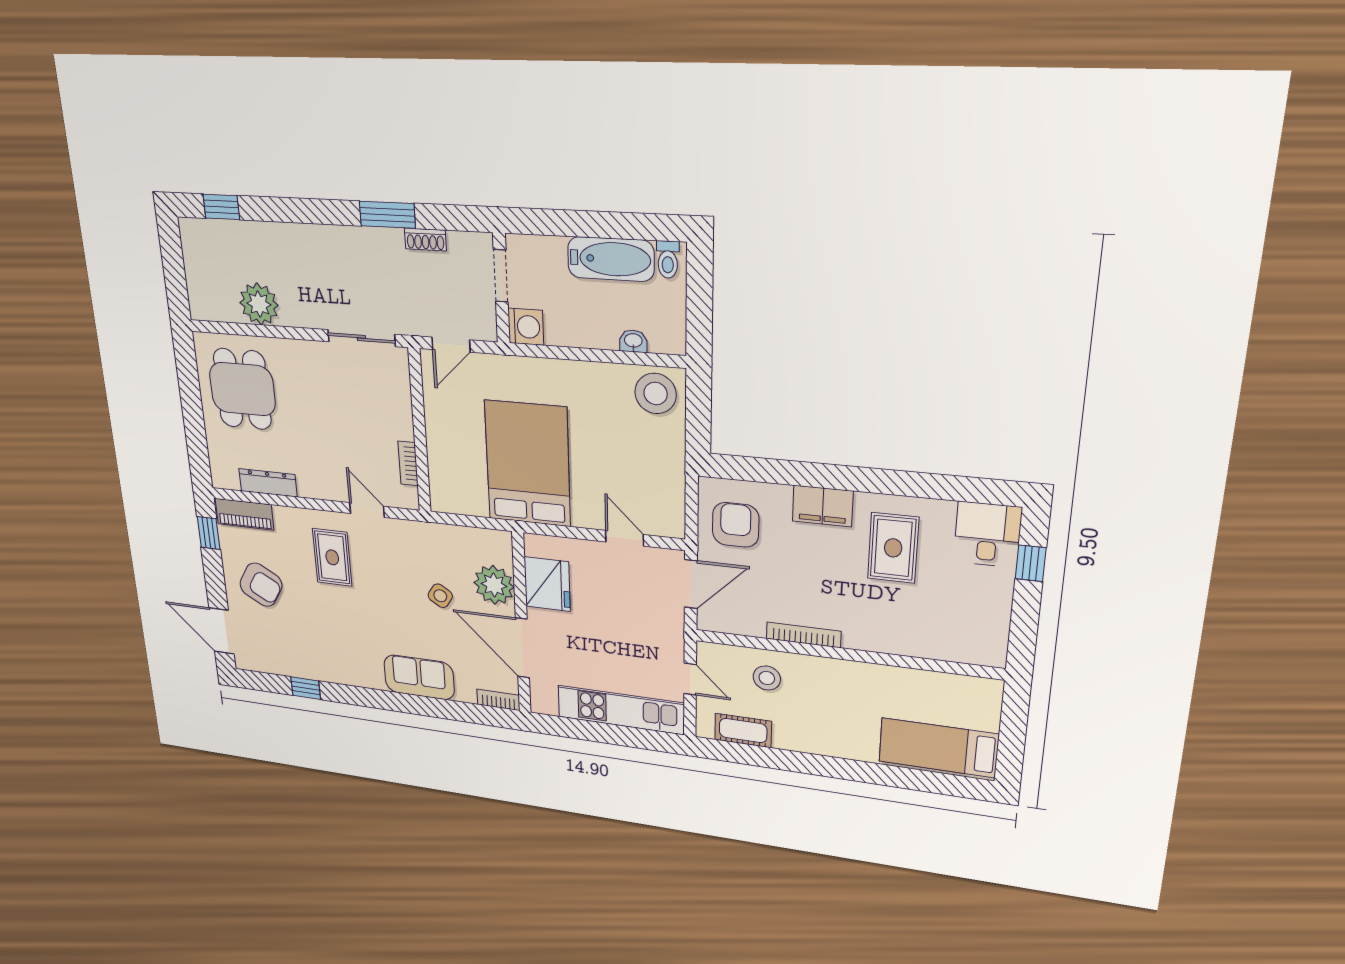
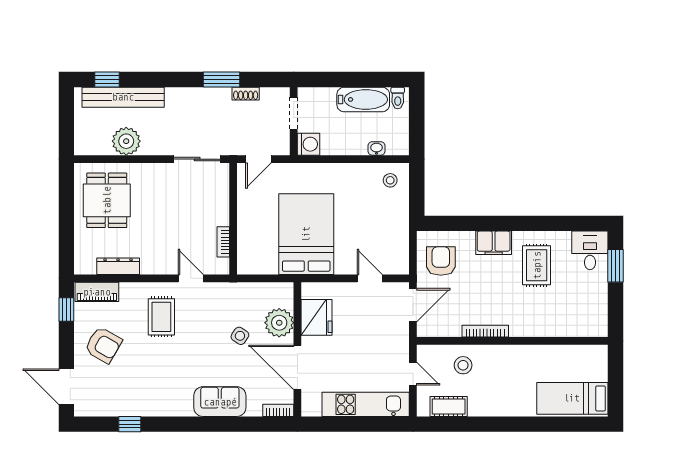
bench: (247, 236) -> (123, 97), added
stool: (656, 393) -> (390, 180), width x0.53, depth x0.53
window: (1031, 563) -> (616, 266), width x1.50

